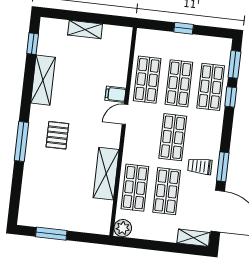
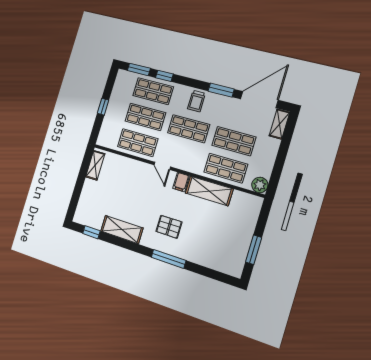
shelving: (85, 29) -> (95, 165), moved
filing cabinet: (116, 94) -> (181, 182), moved
trolley: (200, 166) -> (196, 101), moved

